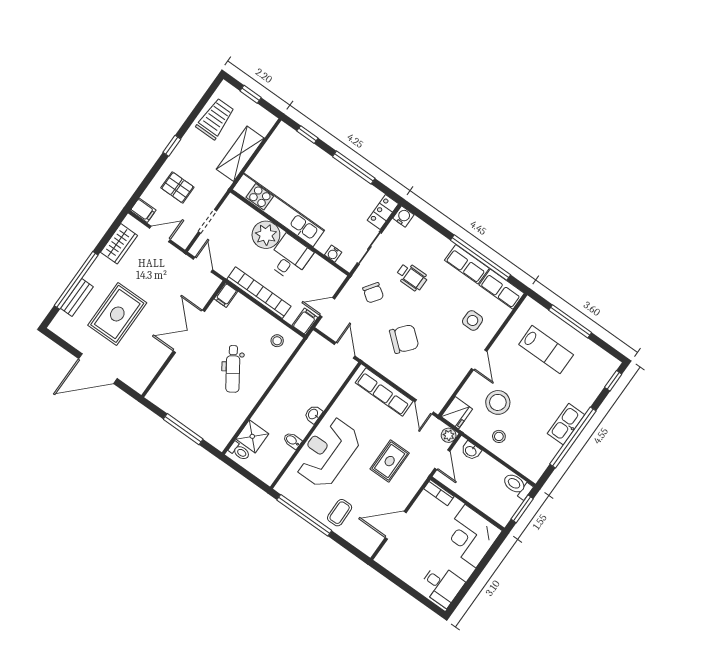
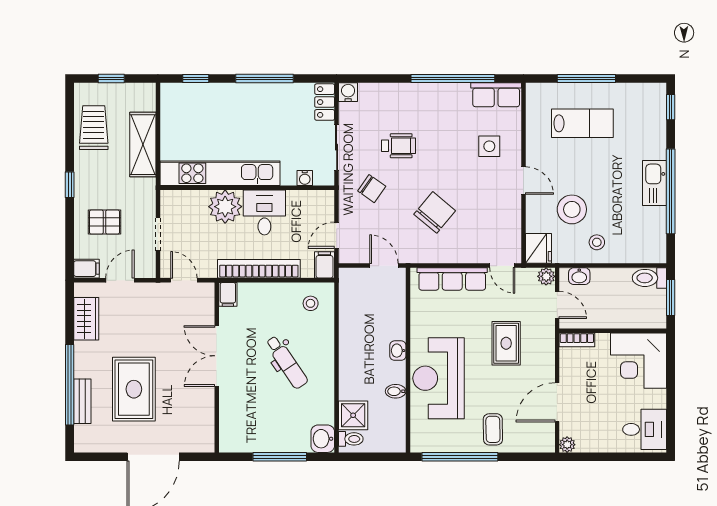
row of seats: (467, 264) -> (444, 95), removed
washbasin: (221, 438) -> (323, 439), added
plant: (382, 558) -> (567, 445), added

